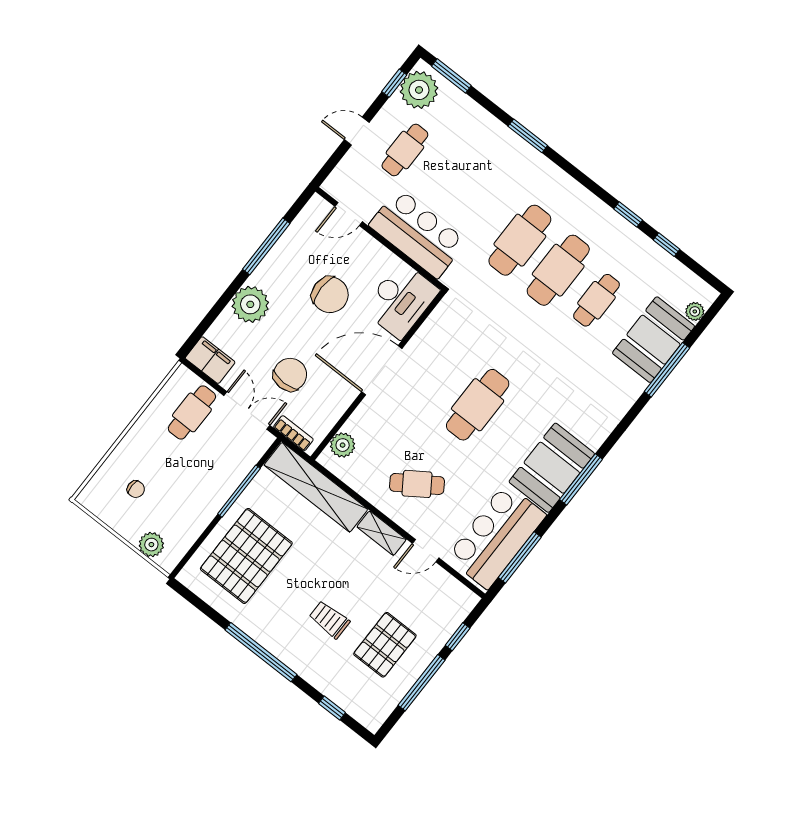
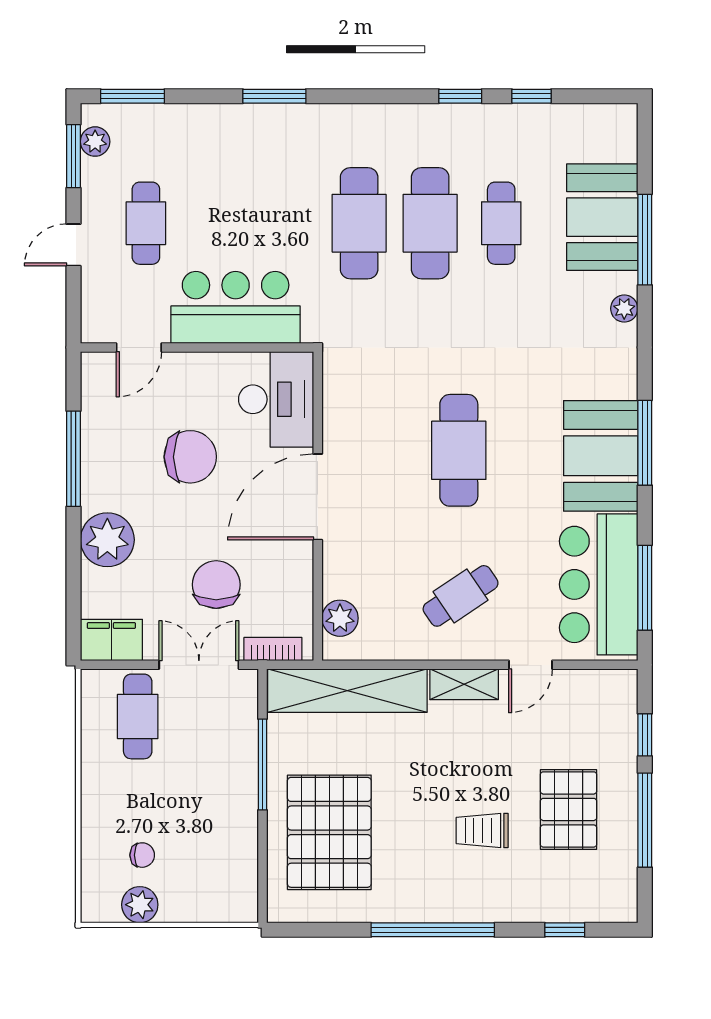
window: (394, 83) -> (73, 156), width x1.50
plant: (419, 90) -> (95, 142), width x0.53, depth x0.53
plant: (695, 311) -> (624, 309), moved
plant: (151, 545) -> (140, 905), moved

